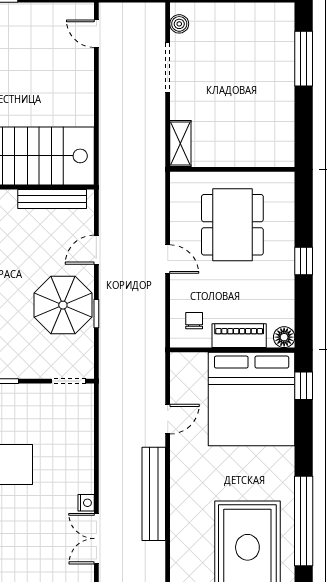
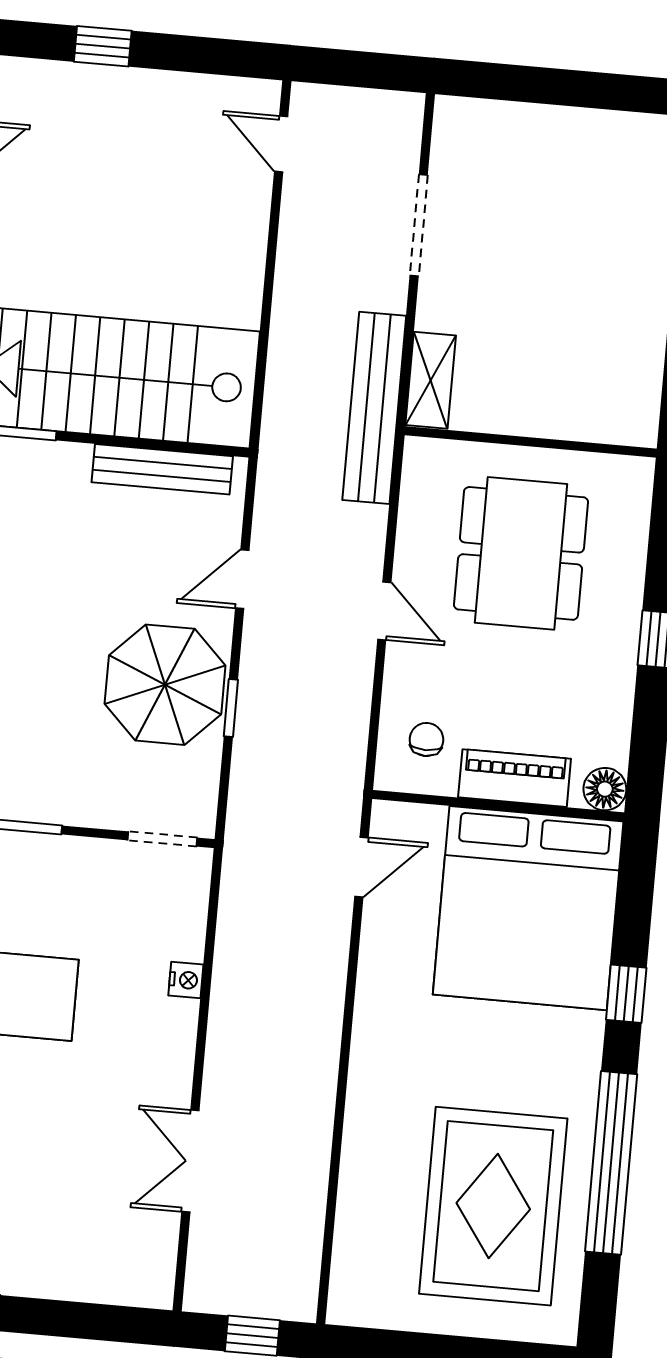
boiler: (179, 24) -> (450, 139), removed
window: (304, 386) -> (626, 994), moved
door: (168, 419) -> (361, 867), moved
bench: (154, 494) -> (374, 408), moved
nightstand: (86, 503) -> (186, 980), moved

